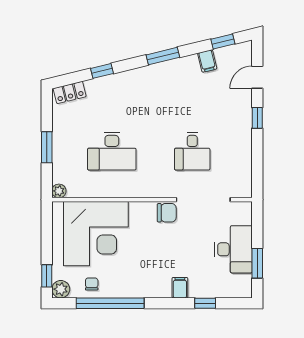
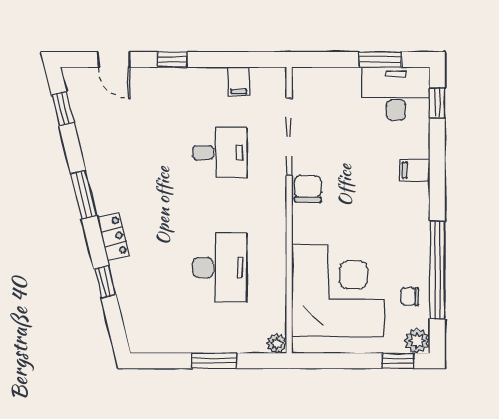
filing cabinet: (207, 61) -> (239, 81), moved, turned 104
locker: (70, 92) -> (113, 237), moved
desk: (233, 249) -> (396, 94), moved
window: (205, 303) -> (437, 103), moved

